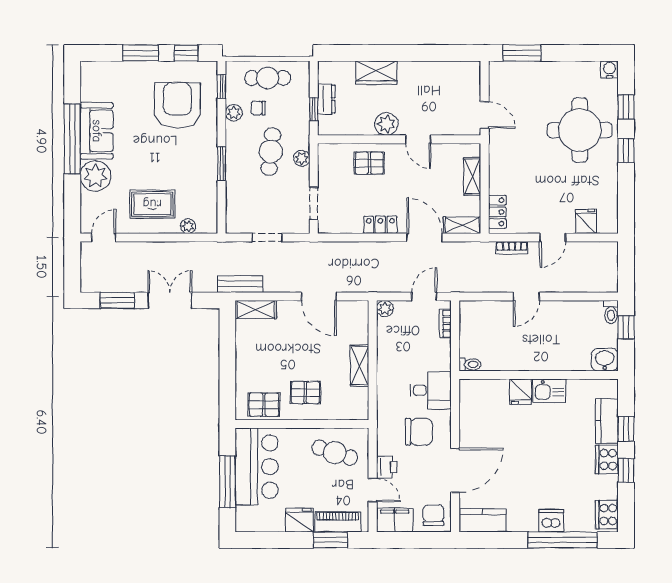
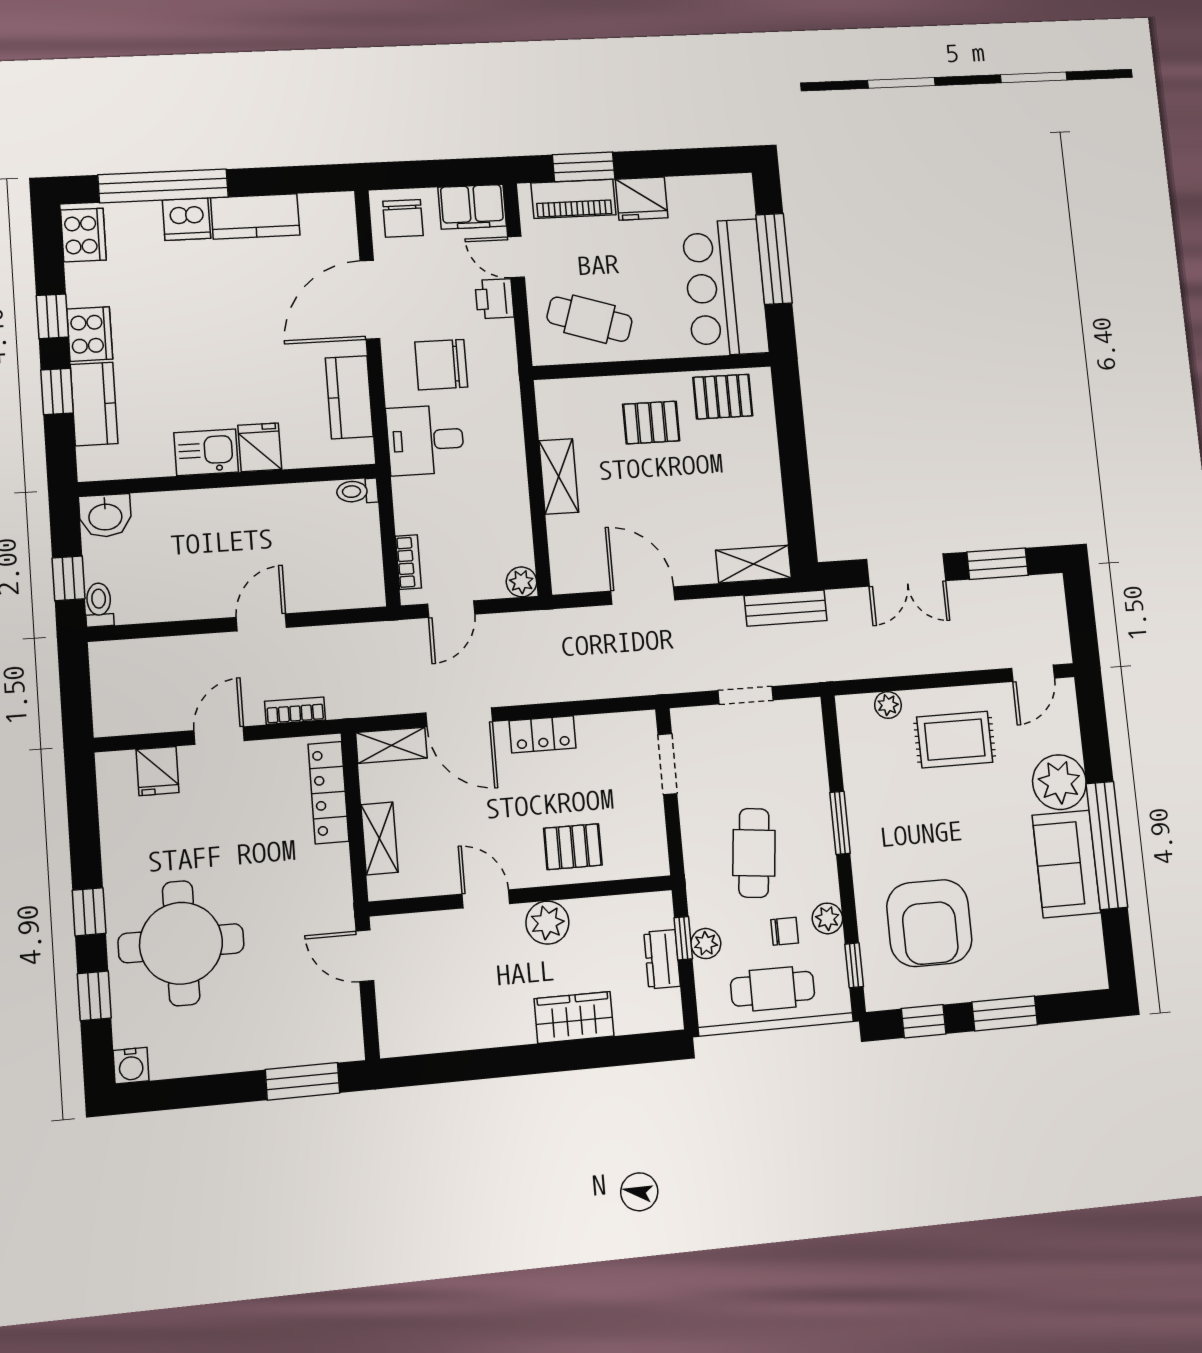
plant: (302, 158) -> (706, 944), moved
locker: (497, 212) -> (328, 793), width x1.53
kitchen counter: (470, 416) -> (349, 397), added
kitchen counter: (482, 520) -> (255, 216), moved

